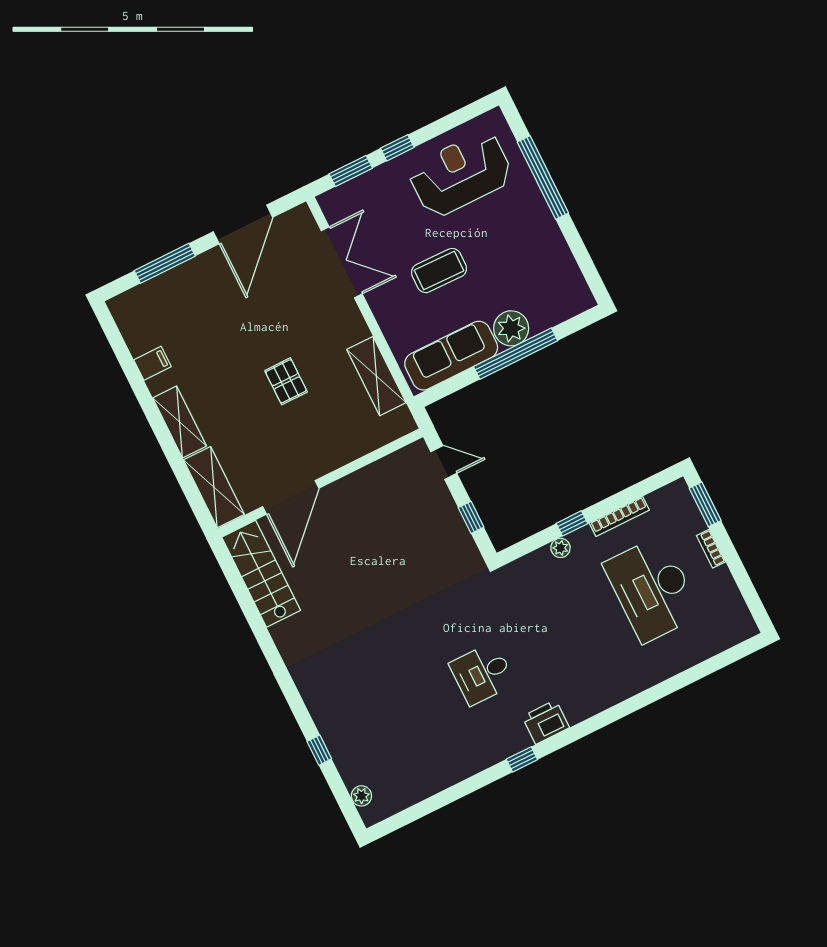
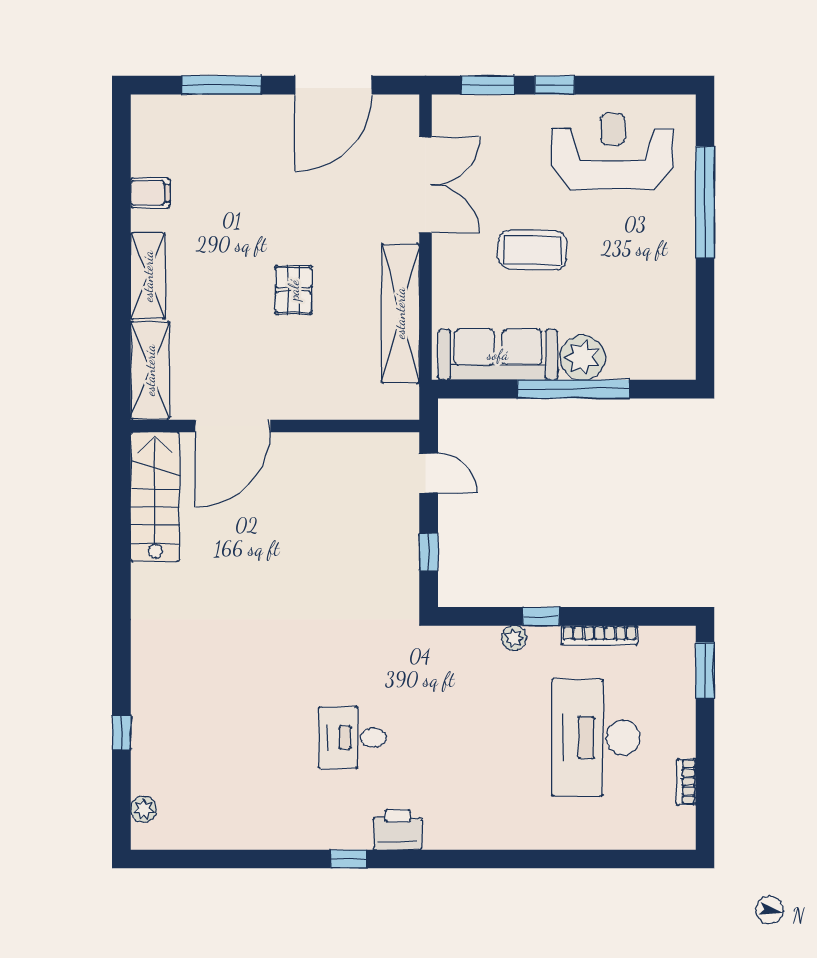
shelving: (376, 376) -> (400, 313), width x1.47
bookcase: (711, 549) -> (686, 782), moved

